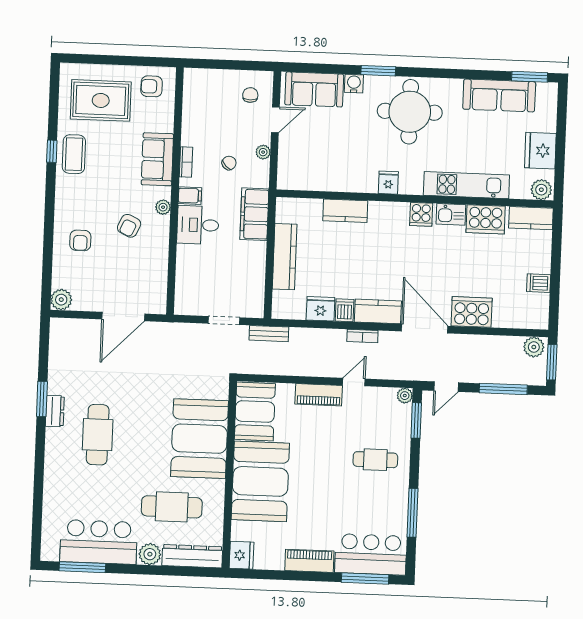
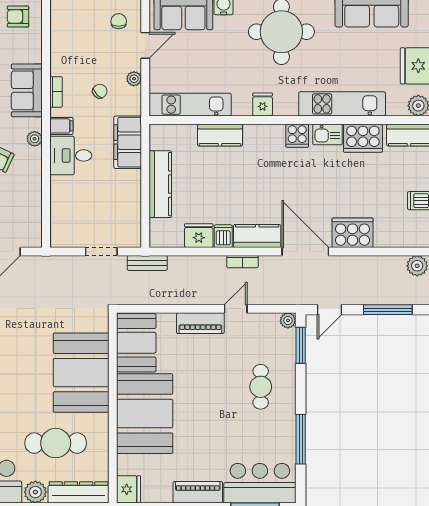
kitchen unit: (317, 180) -> (190, 105), added
cafe table: (375, 460) -> (261, 387), turned 90

